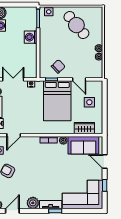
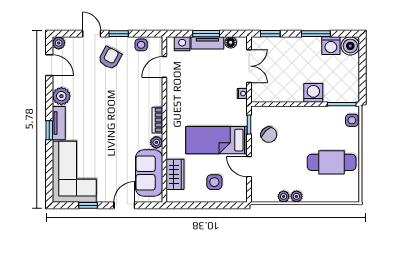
cafe table: (76, 25) -> (332, 162), turned 40
door: (79, 79) -> (249, 167), hinge flipped
bed: (57, 101) -> (217, 140), width x0.67
door: (14, 135) -> (164, 67), hinge flipped

